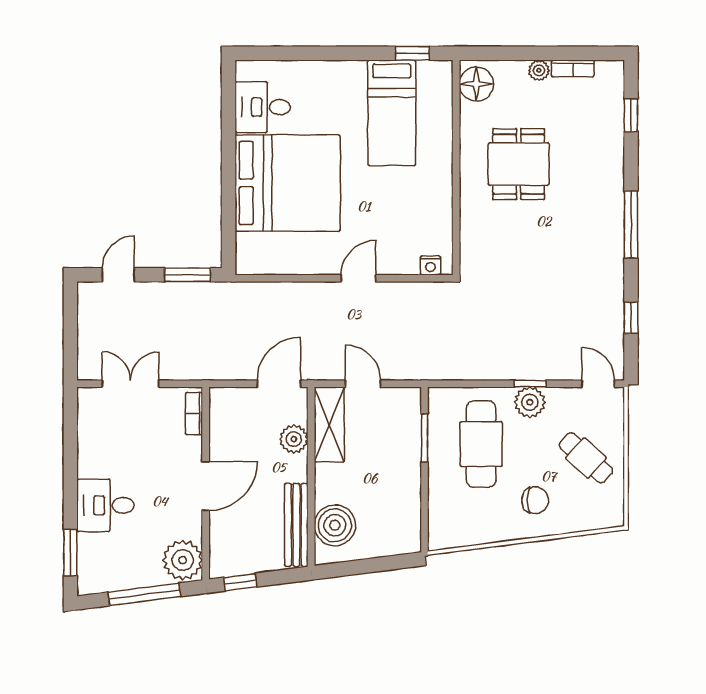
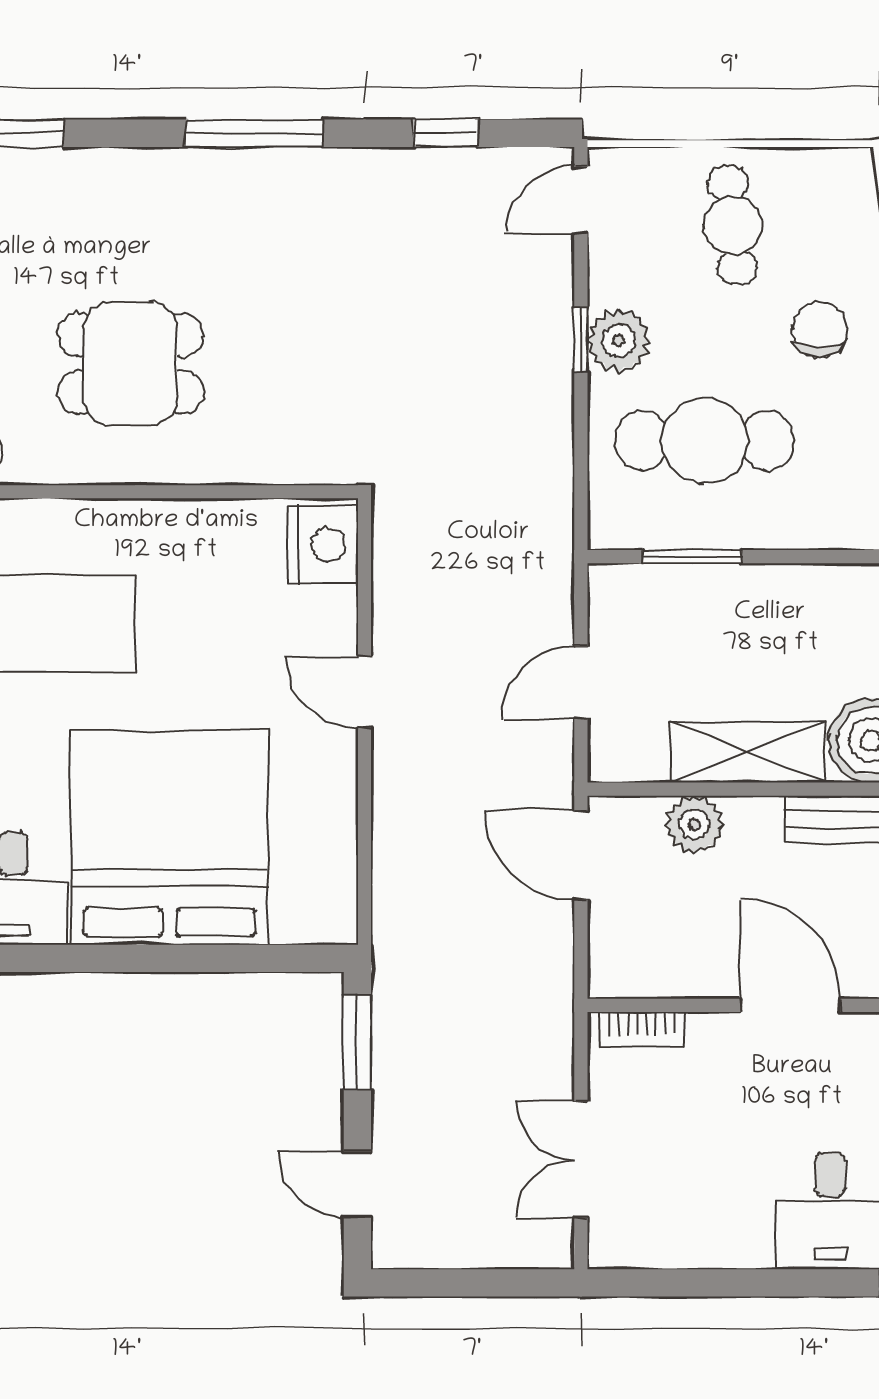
nightstand: (430, 265) -> (323, 544), width x1.89, depth x1.79
shelving: (329, 425) -> (747, 752), moved
cafe table: (586, 458) -> (733, 225), turned -48

